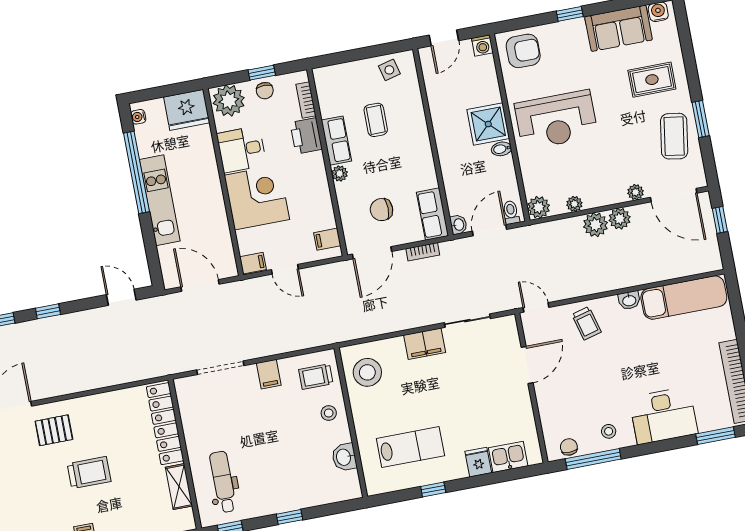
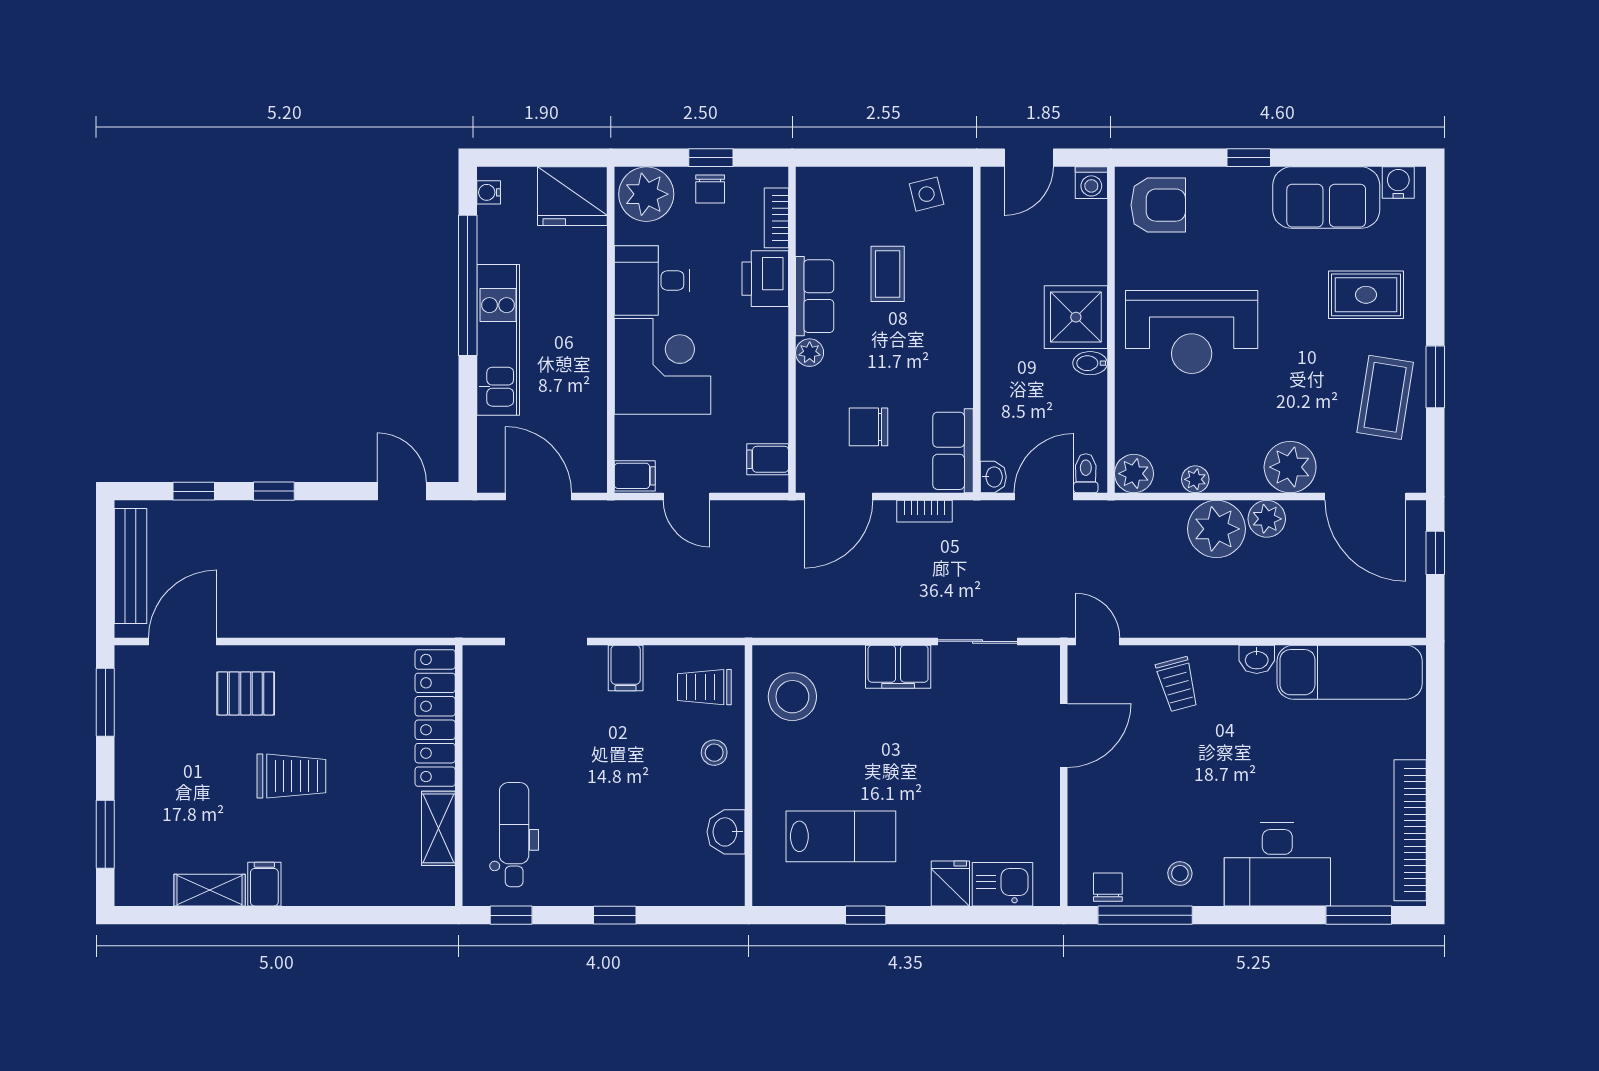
plant: (636, 192) -> (1290, 467), width x1.88, depth x1.88
plant: (595, 225) -> (1217, 529), width x1.36, depth x1.36

